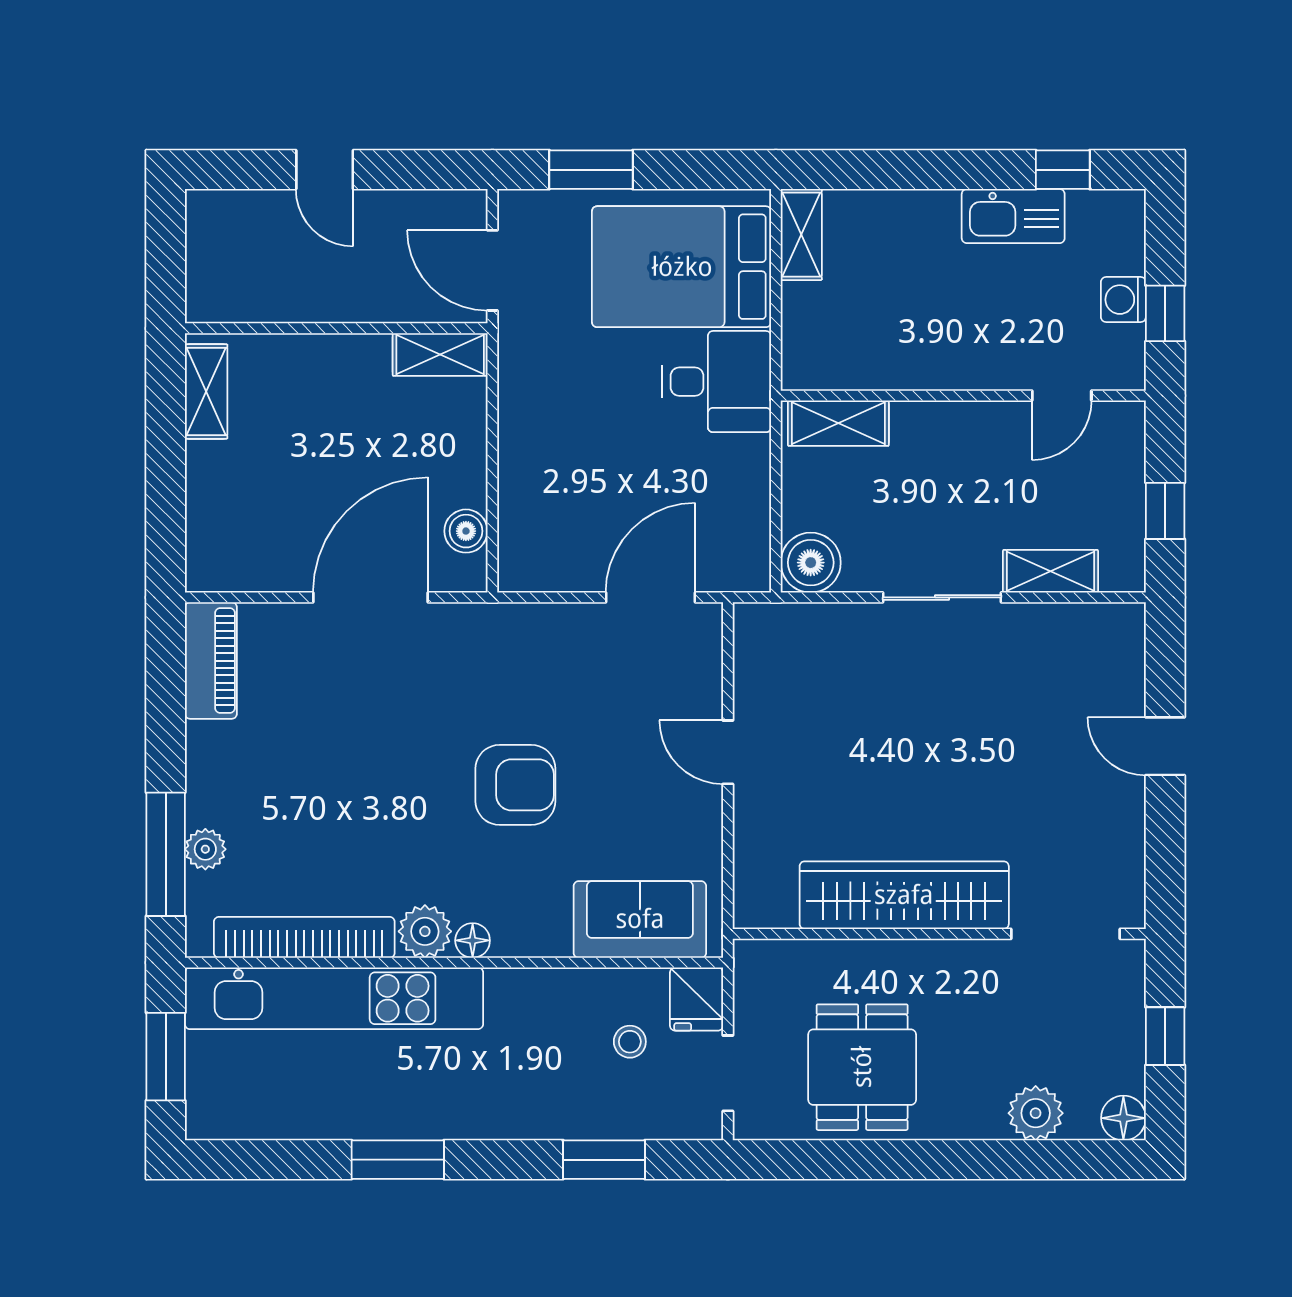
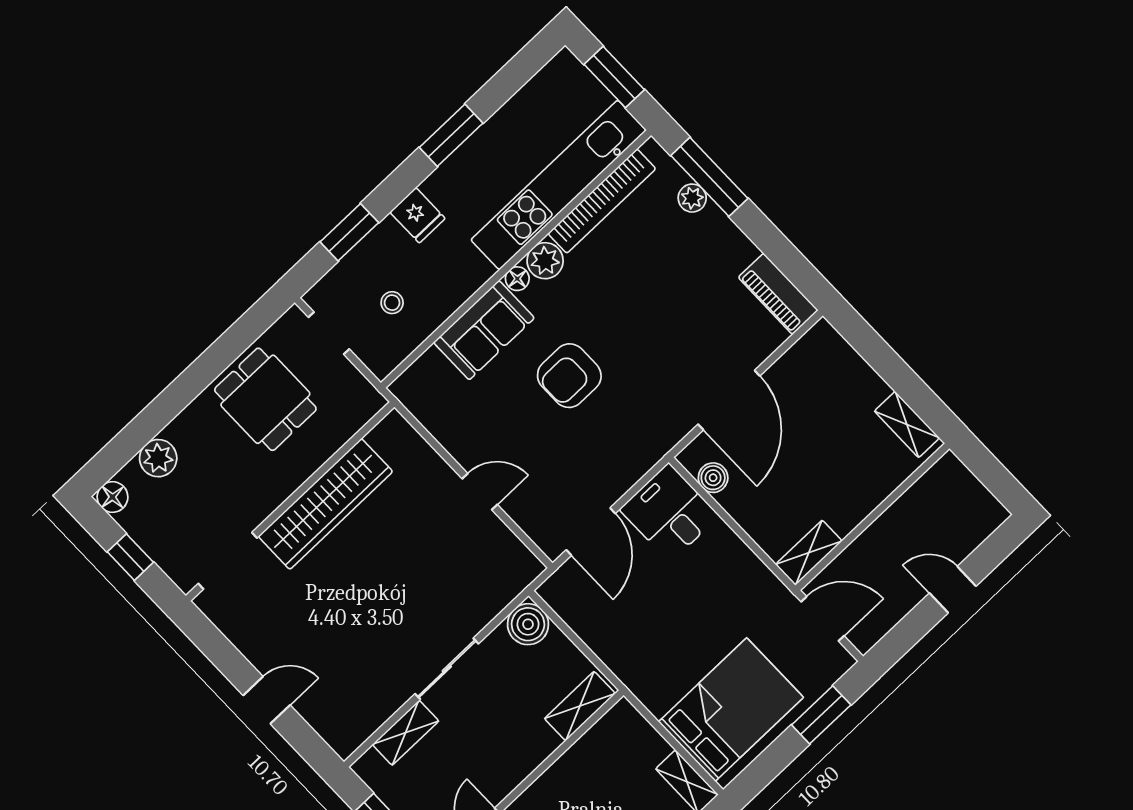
desk: (716, 382) -> (669, 513), moved, turned 90
sofa: (640, 919) -> (484, 330), moved
fridge: (696, 999) -> (417, 215), moved, turned 180

